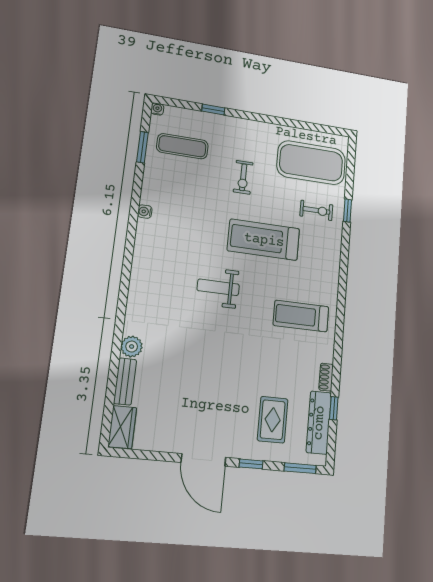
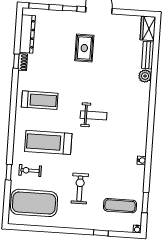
exercise bike: (243, 177) -> (80, 189), width x1.38, depth x1.39
treadmill: (264, 240) -> (48, 142), moved, turned 180
window: (334, 408) -> (16, 61), moved
rug: (273, 420) -> (84, 48), moved

